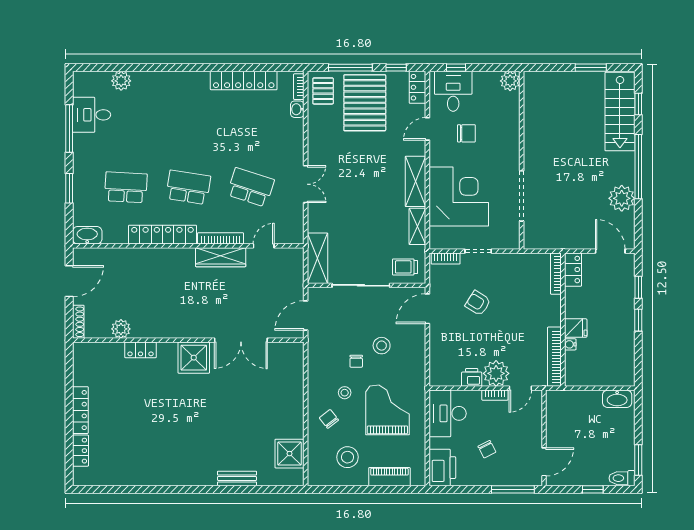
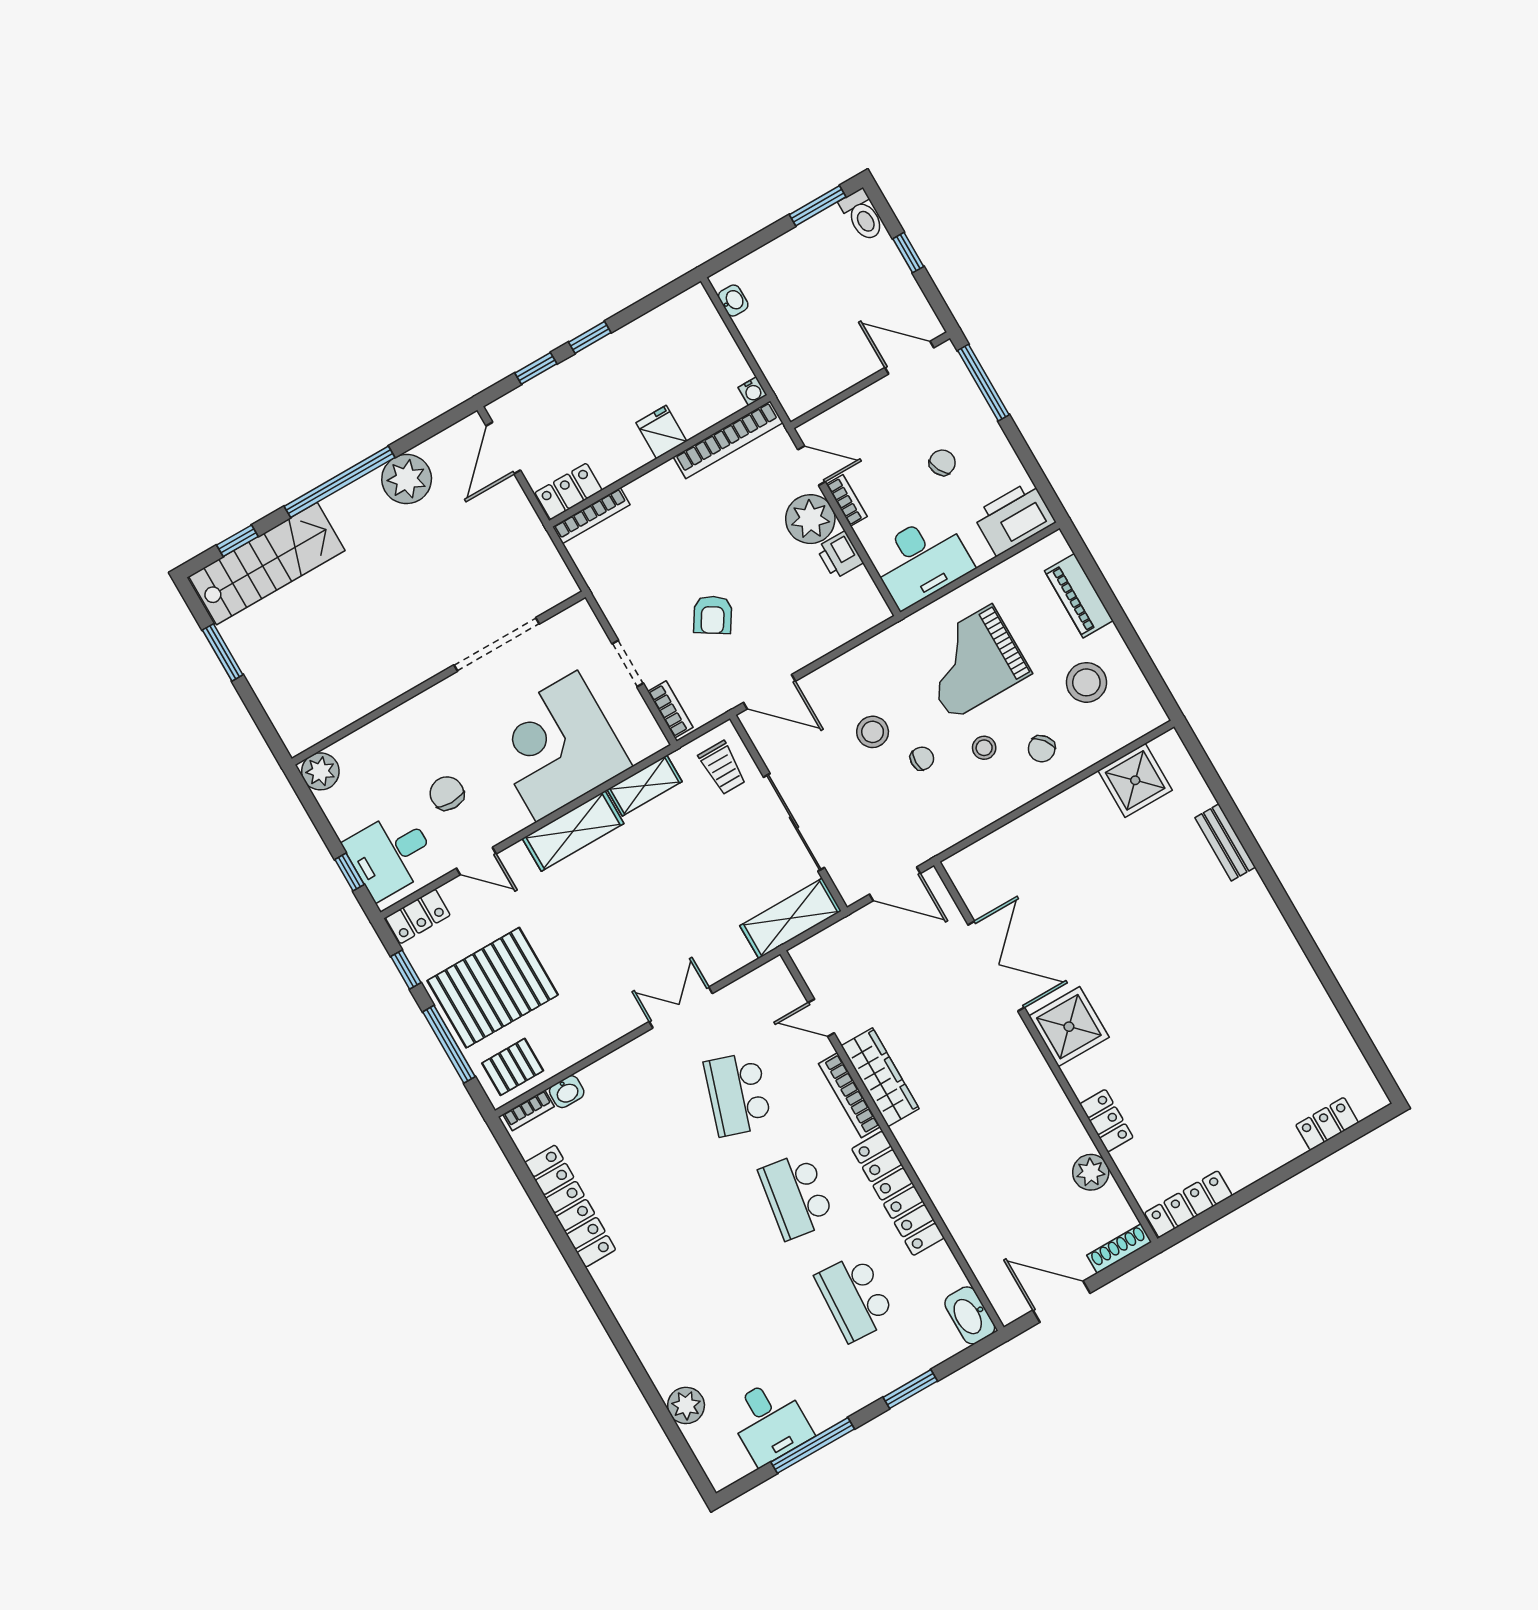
water cooler: (570, 344) -> (753, 391), moved
washbasin: (617, 399) -> (733, 301), width x0.52, depth x0.69
locker: (80, 410) -> (1188, 1204), moved

